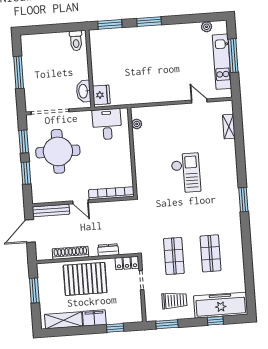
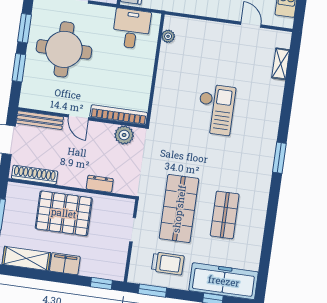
plant: (119, 208) -> (124, 135), added
shoe rack: (70, 253) -> (35, 175), moved
shop shelf: (174, 256) -> (179, 209), width x1.43, depth x1.36
locker: (127, 263) -> (119, 205), removed
window: (115, 328) -> (101, 283), moved

